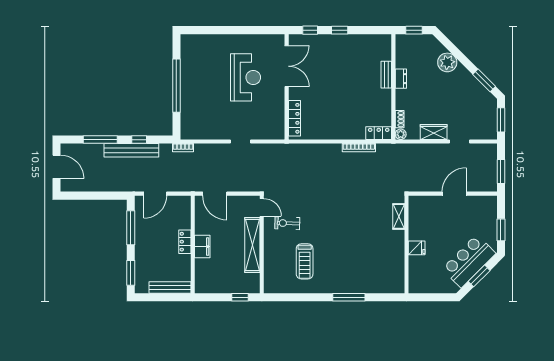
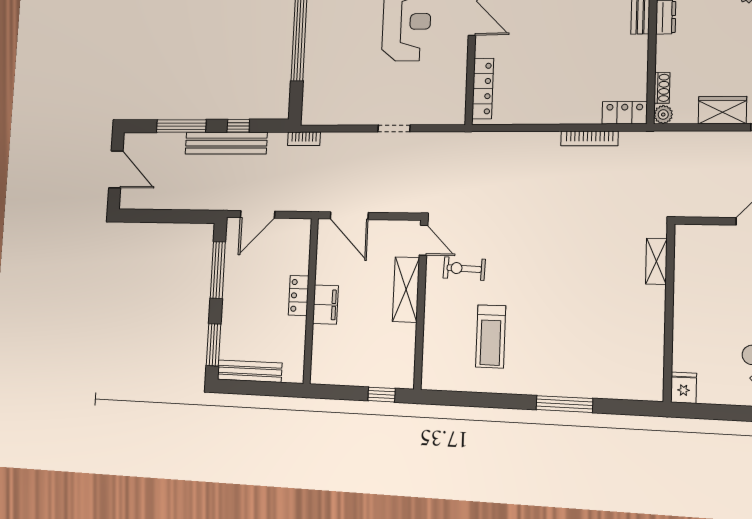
shelving: (252, 245) -> (406, 290), width x0.68
fridge: (417, 248) -> (684, 388), moved, turned -90
bench: (170, 288) -> (250, 371), moved

